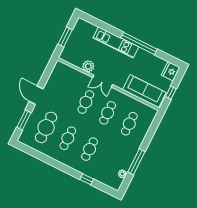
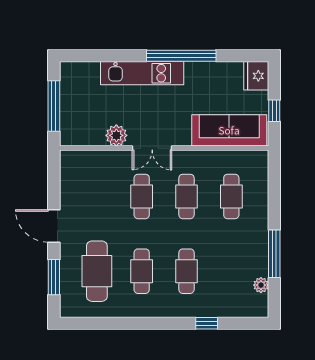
window: (65, 37) -> (54, 106), width x1.44

